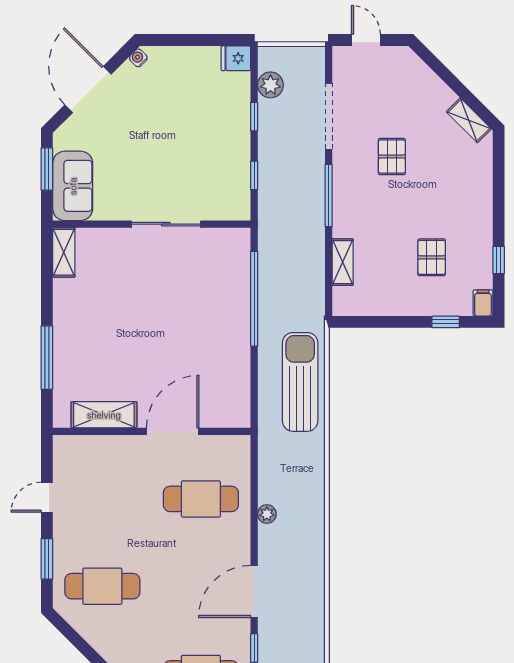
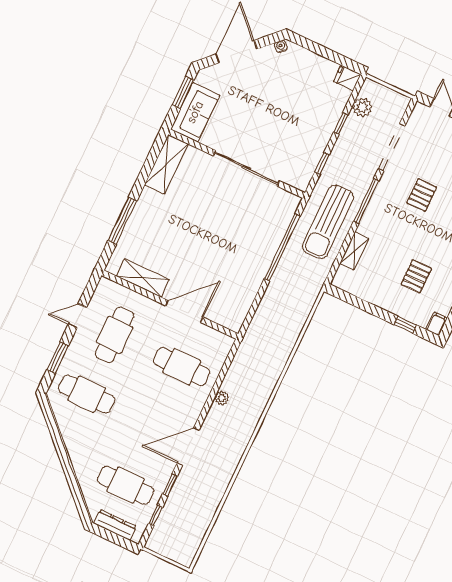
sliding door: (166, 224) -> (246, 168), width x1.36
shelving: (64, 252) -> (166, 164), width x1.50, depth x1.33
sun lounger: (300, 382) -> (328, 222), moved, turned 180
cafe table: (102, 499) -> (115, 335), added

